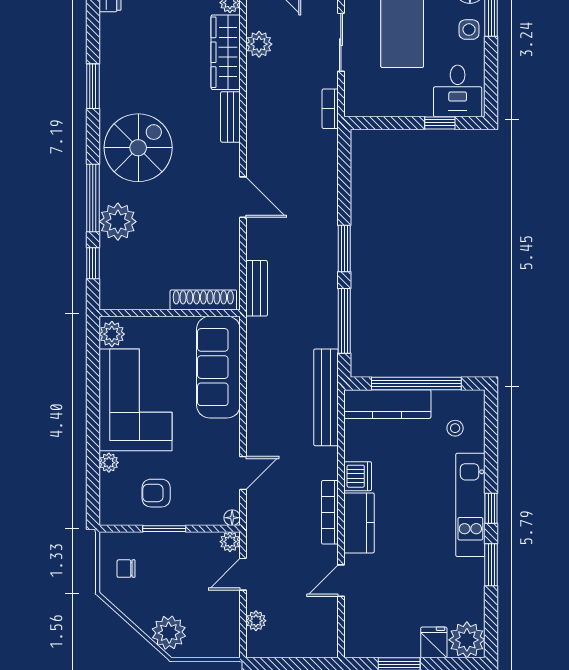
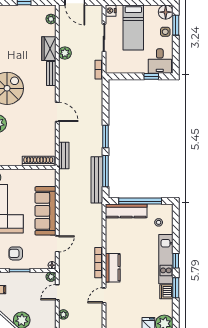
plant: (259, 44) -> (65, 53), moved
wardrobe: (226, 52) -> (49, 49), width x0.67
sofa: (218, 367) -> (45, 211), moved
bench: (326, 397) -> (97, 180), moved
dishwasher: (358, 476) -> (166, 292), moved, turned 180

